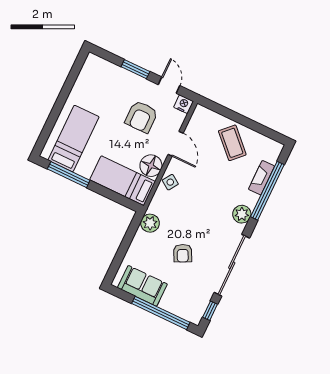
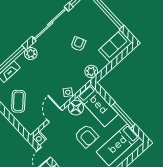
armchair: (141, 117) -> (86, 136), moved, turned 90
window: (69, 175) -> (123, 115), moved
sofa: (142, 286) -> (115, 46), moved, turned 90

